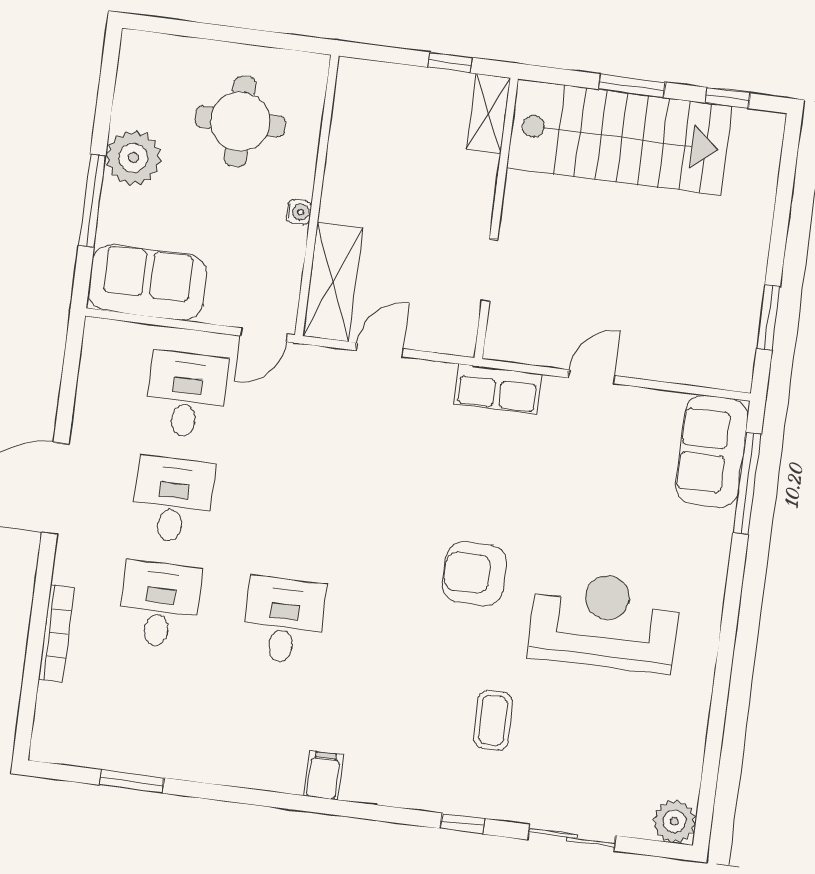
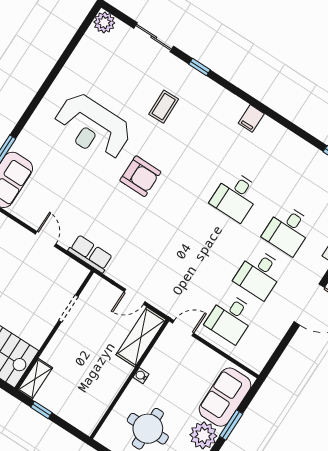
window: (92, 201) -> (231, 425), width x0.69
sofa: (147, 283) -> (225, 397), moved, turned 90
door: (592, 377) -> (46, 239), swing flipped

